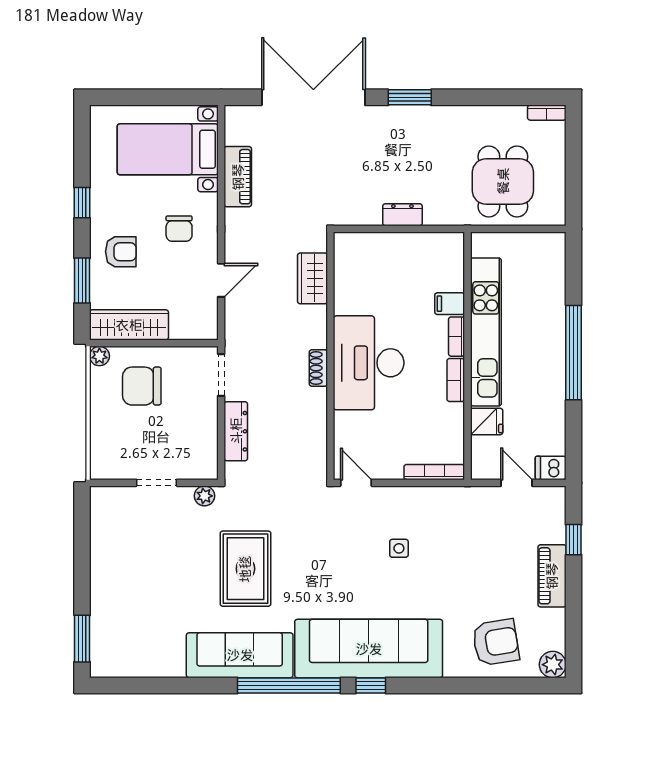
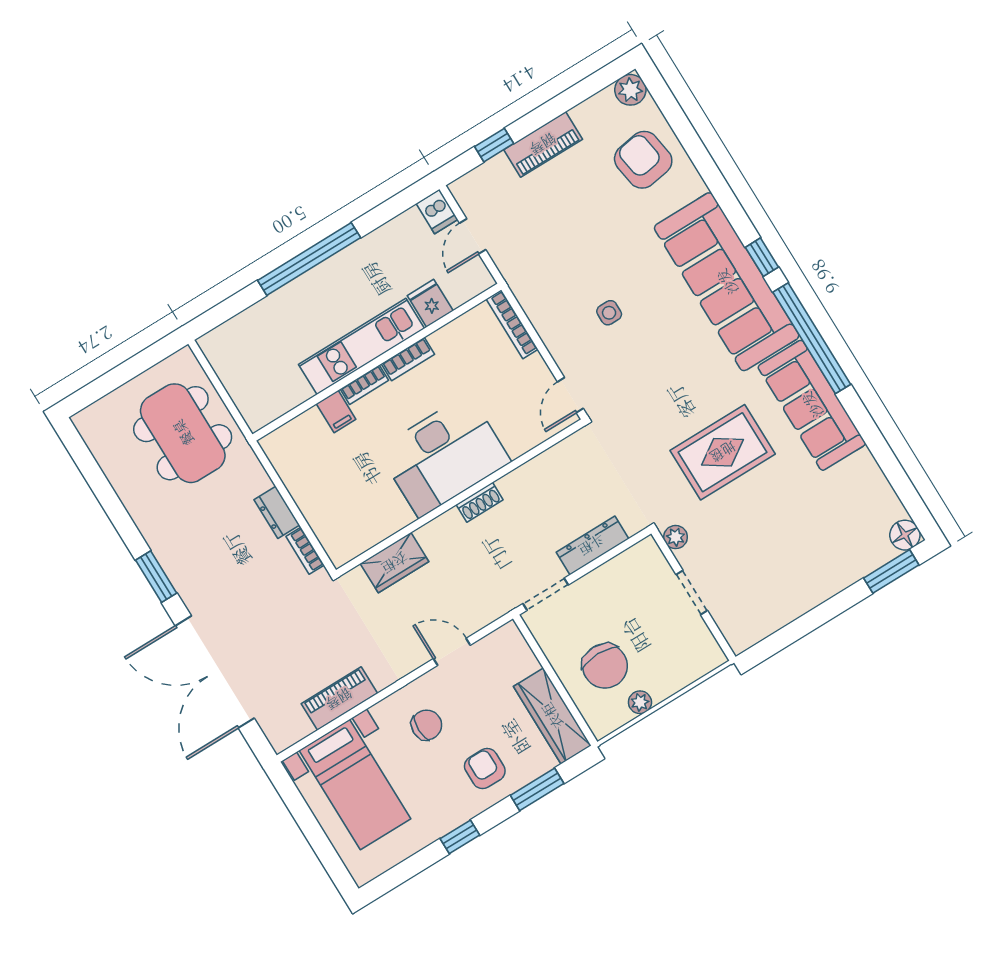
bookcase: (547, 113) -> (305, 551), moved, turned 180
dining table: (503, 181) -> (183, 433), width x1.37
kitchen unit: (486, 332) -> (362, 346), width x0.73
plant: (99, 356) -> (640, 702), moved
floor lamp: (103, 665) -> (905, 535), added

